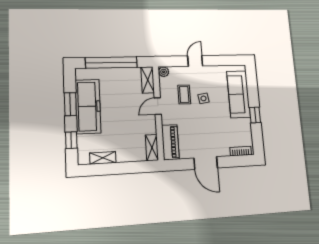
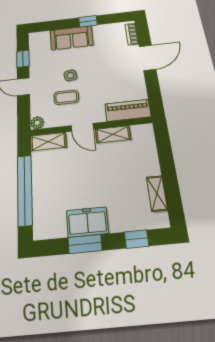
window: (221, 60) -> (23, 59), added
sofa: (239, 94) -> (71, 38), width x0.73
freezer: (88, 106) -> (87, 222), width x0.52, depth x0.79
shelving: (152, 148) -> (113, 134), moved
door: (206, 163) -> (147, 58), moved

